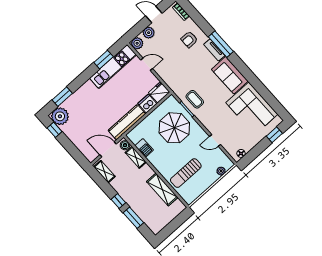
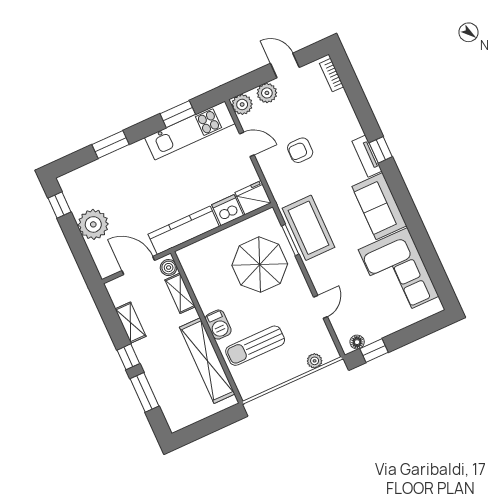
armchair: (189, 39) -> (300, 150), moved
window: (221, 44) -> (381, 150), width x0.46
window: (62, 97) -> (111, 145), moved
coffee table: (195, 99) -> (309, 228), width x1.86, depth x1.72
plant: (60, 116) -> (93, 224), moved
window: (274, 135) -> (374, 350), moved
door: (215, 140) -> (321, 307), swing flipped
barbecue: (144, 148) -> (218, 325), moved
shelving: (104, 172) -> (130, 323), moved
shelving: (162, 189) -> (207, 361), width x1.47

